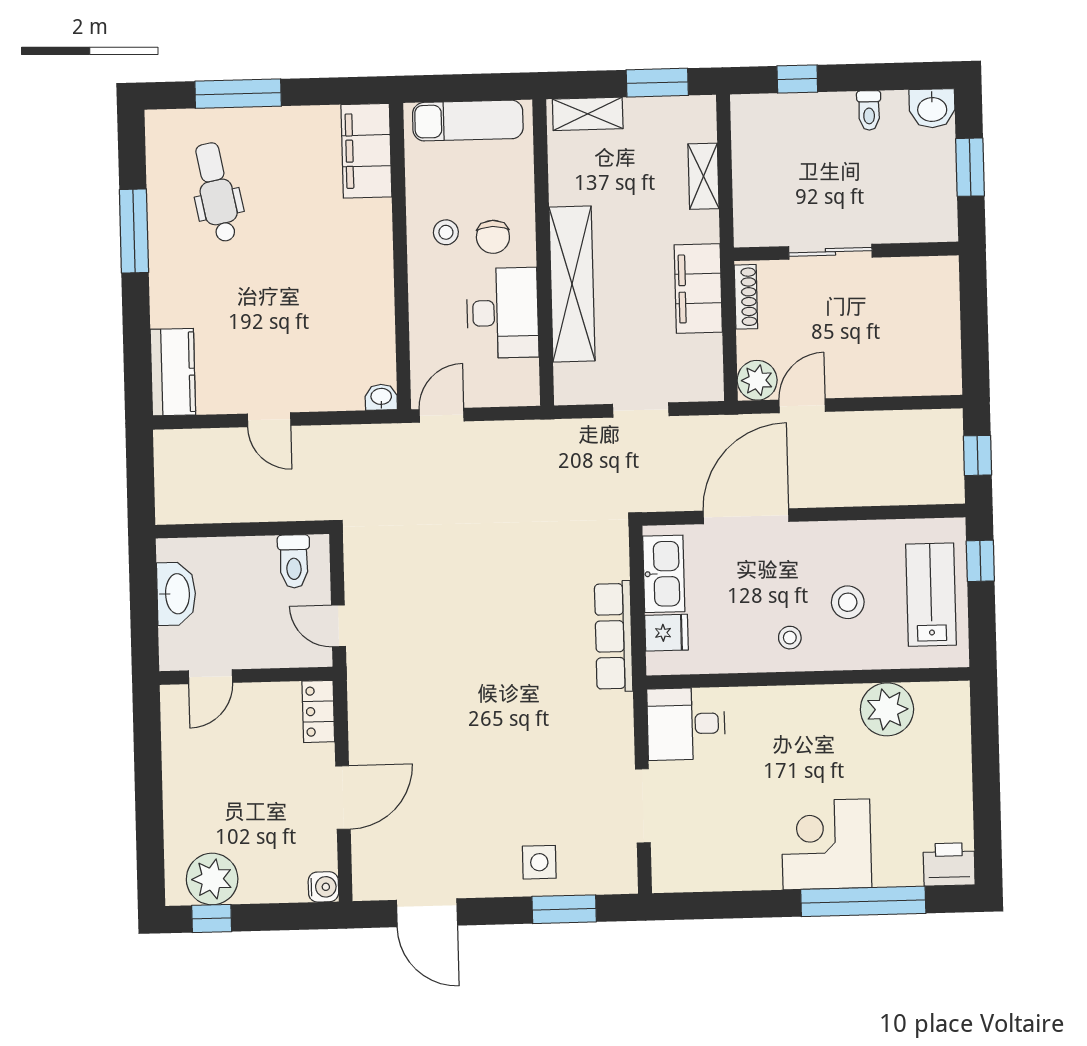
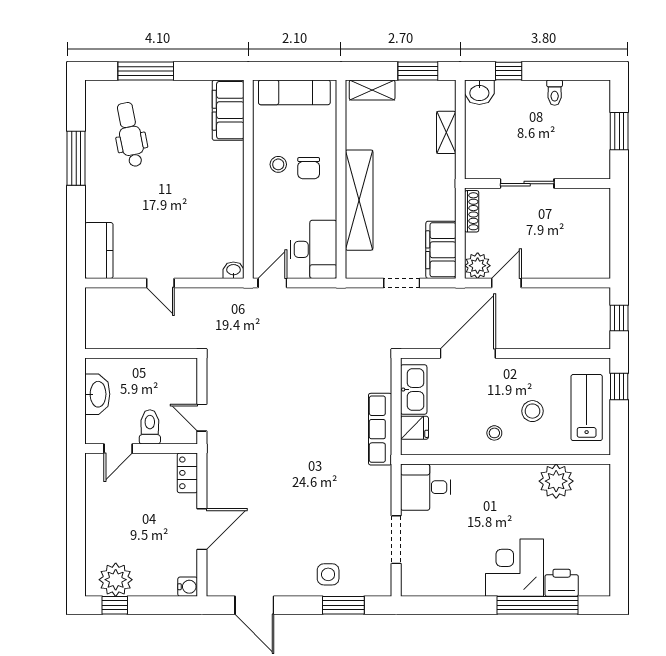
washbasin: (932, 108) -> (479, 92), moved
filing cabinet: (698, 289) -> (441, 250), moved
desk: (503, 313) -> (314, 249), moved
toilet: (294, 561) -> (150, 427), moved, turned 180
printer: (949, 864) -> (562, 583), moved

